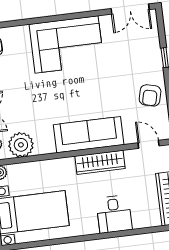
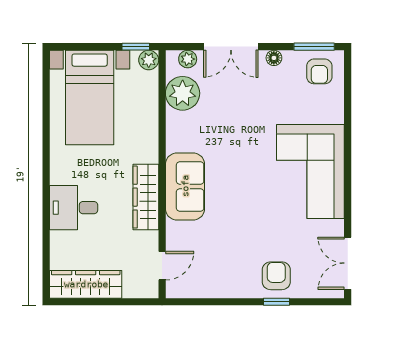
armchair: (150, 95) -> (276, 276), moved, turned 76
sofa: (89, 135) -> (185, 186), width x0.73

